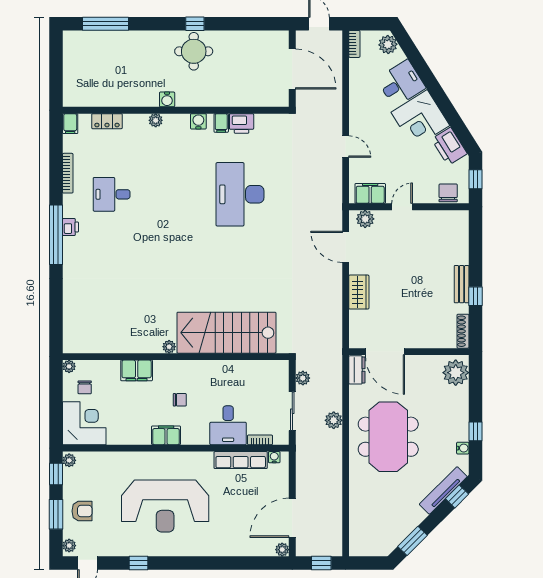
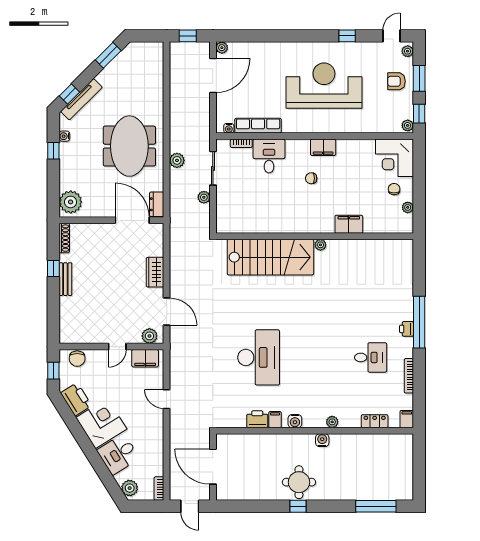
stairs: (226, 333) -> (270, 257), moved
plant: (169, 347) -> (320, 245), moved
wall: (176, 357) -> (315, 236), moved
filing cabinet: (137, 370) -> (349, 224), moved

